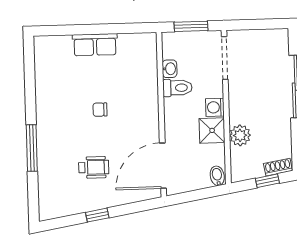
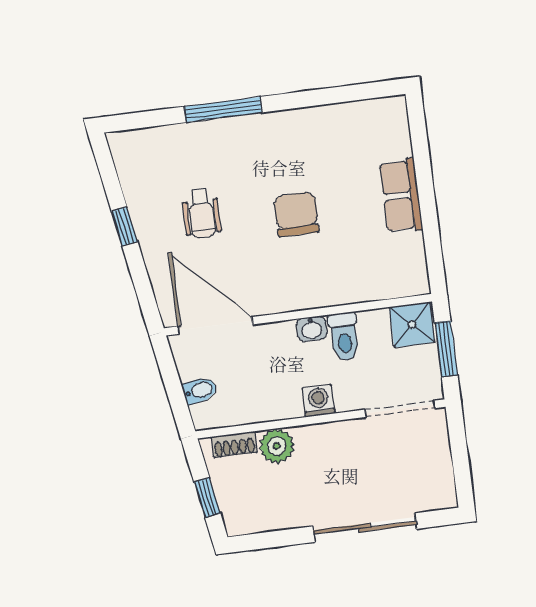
washbasin: (170, 69) -> (311, 329), moved
chair: (100, 110) -> (296, 214), width x1.87, depth x1.87
shower: (212, 130) -> (412, 325), moved
shoe rack: (278, 167) -> (234, 445), moved, turned 100
bidet: (217, 176) -> (200, 390), moved

